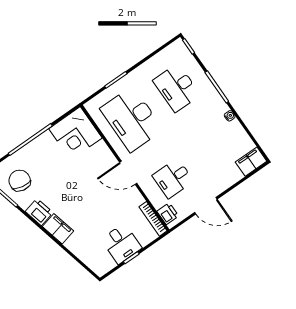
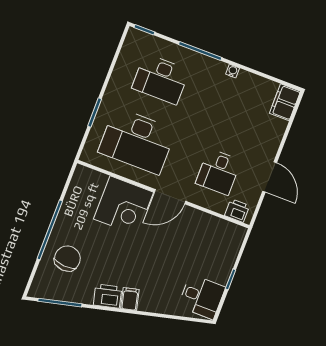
corner desk: (75, 133) -> (124, 206), moved
chair: (20, 181) -> (67, 259), moved, turned 83
door: (206, 206) -> (270, 177), hinge flipped
bookcase: (153, 219) -> (226, 226), removed
filing cabinet: (58, 229) -> (130, 299), width x0.50
desk: (121, 244) -> (202, 297), moved

